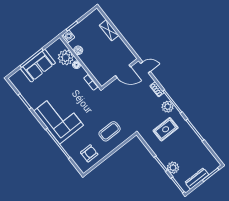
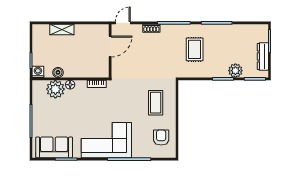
sofa: (38, 66) -> (54, 147), moved, turned -90
plant: (168, 107) -> (175, 31), removed

